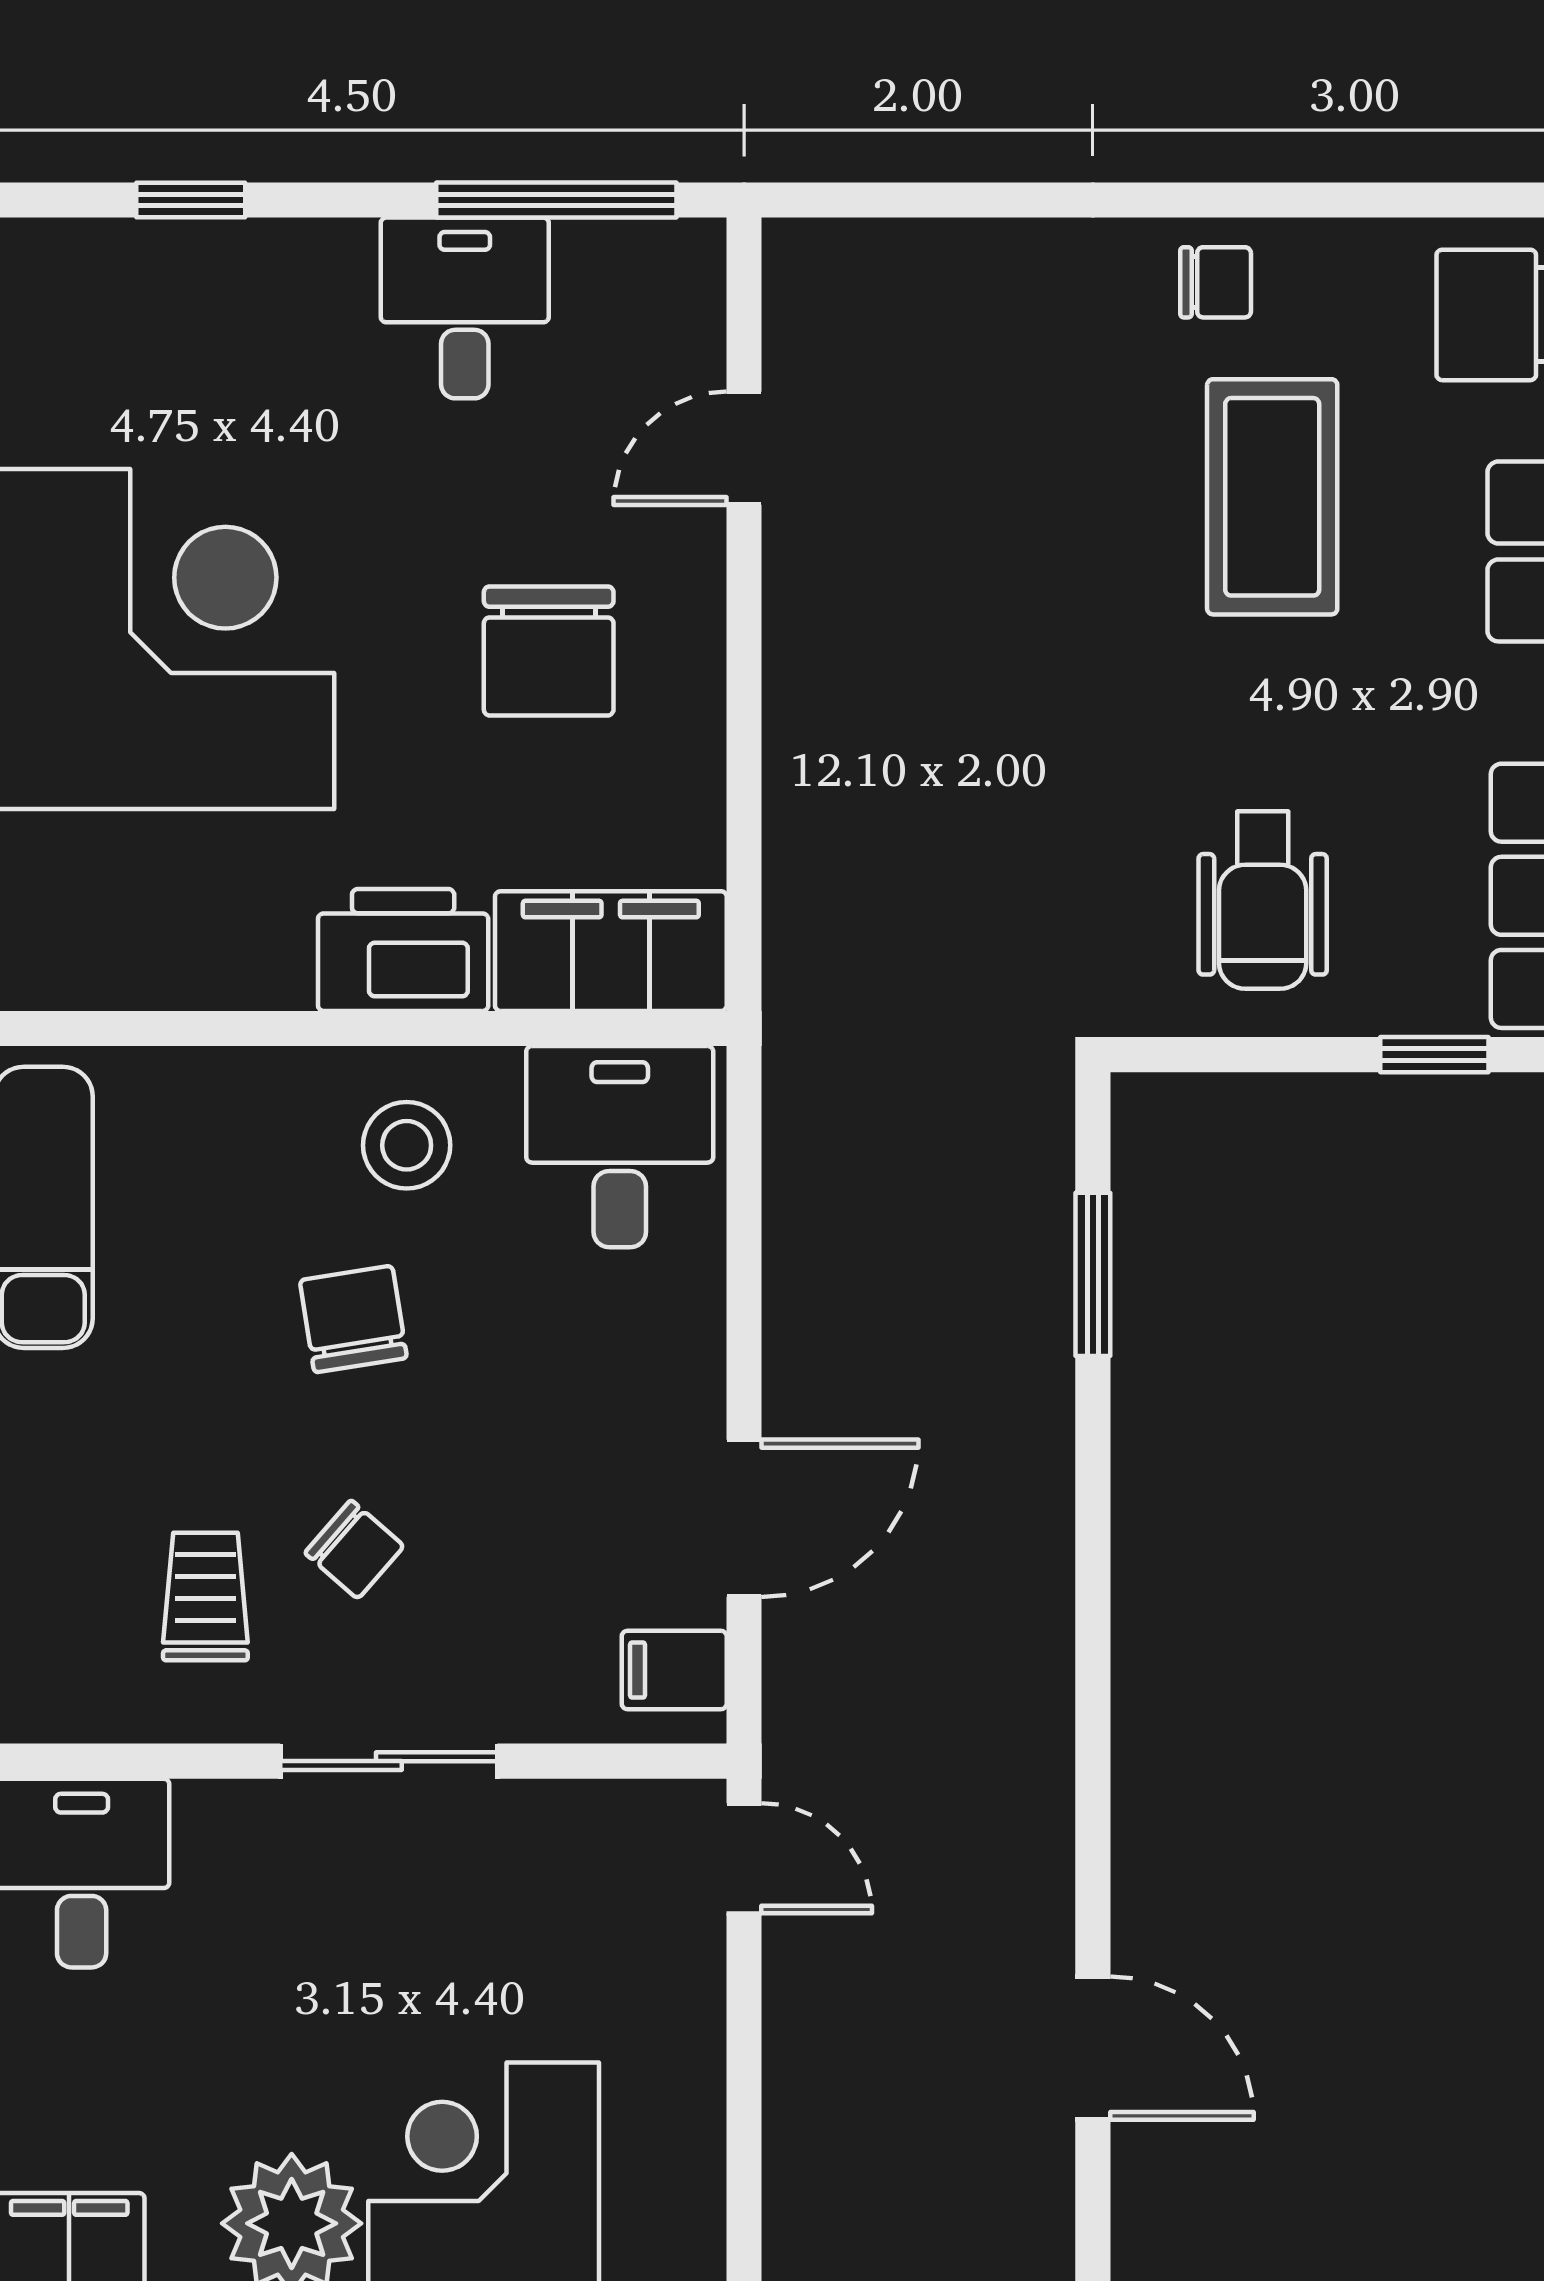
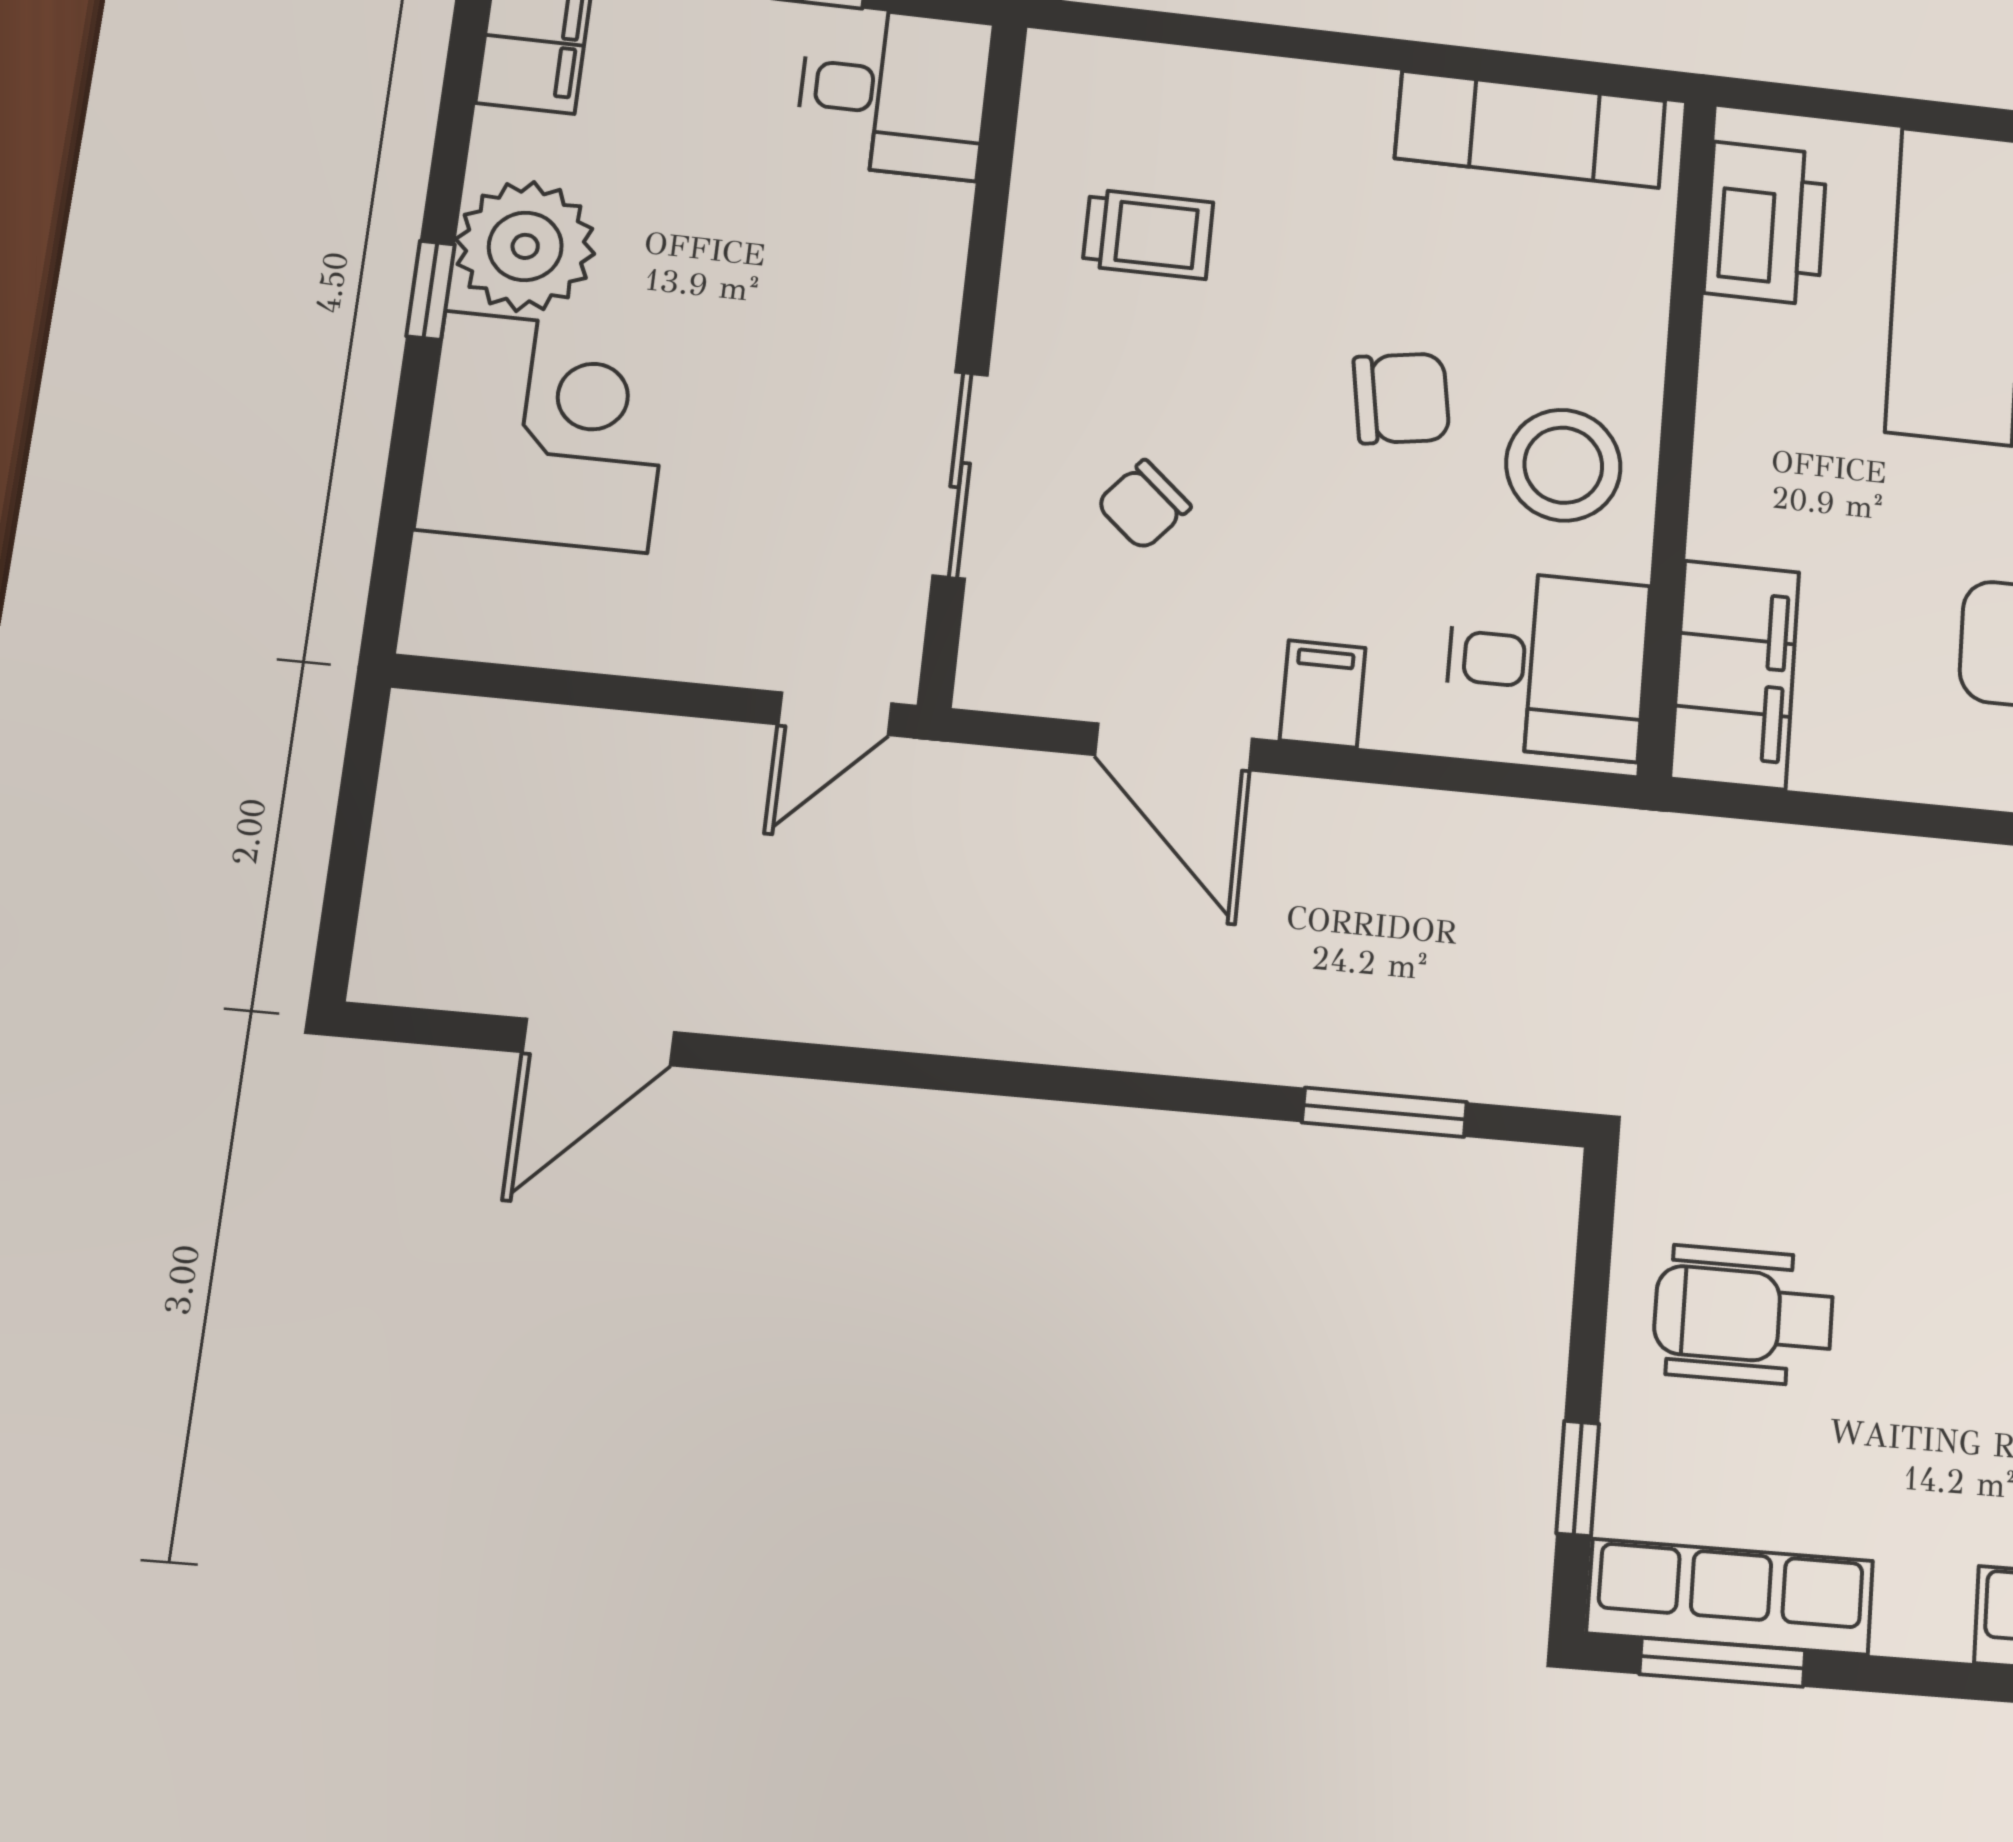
printer: (403, 950) -> (1766, 223), moved
stool: (407, 1145) -> (1563, 465), width x1.38, depth x1.38
chair: (354, 1549) -> (1143, 505), moved
filing cabinet: (674, 1670) -> (1323, 694), moved
sliding door: (389, 1761) -> (960, 475), moved

